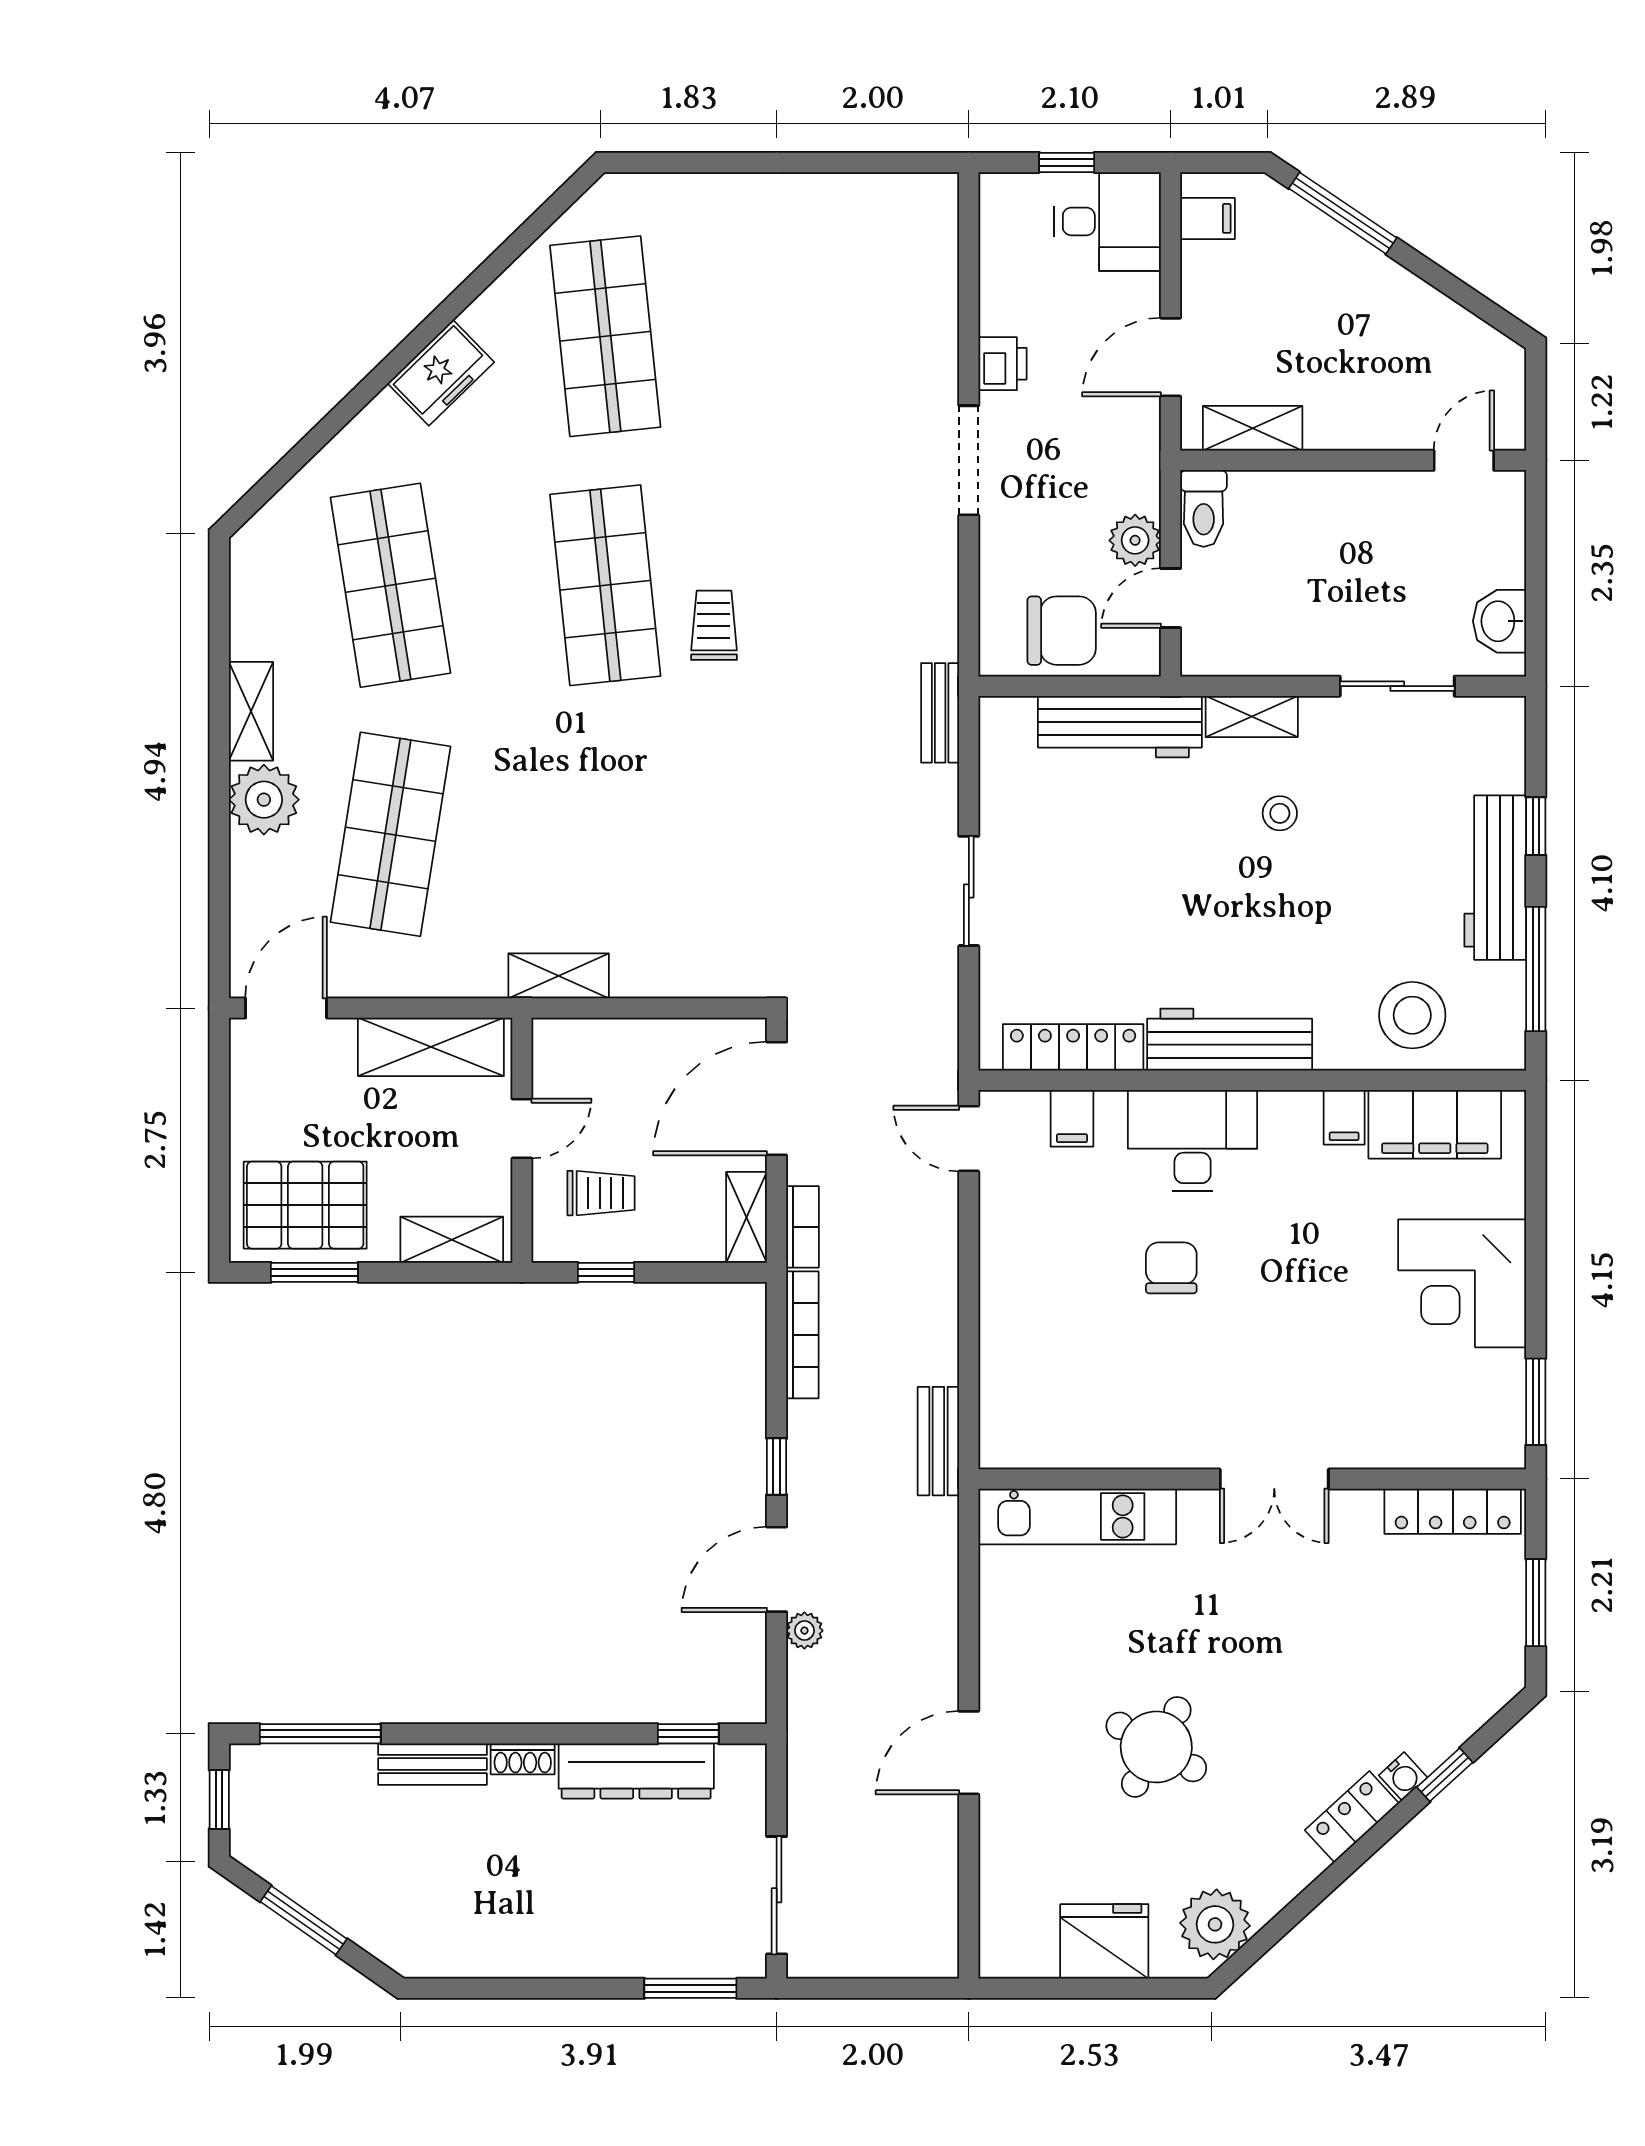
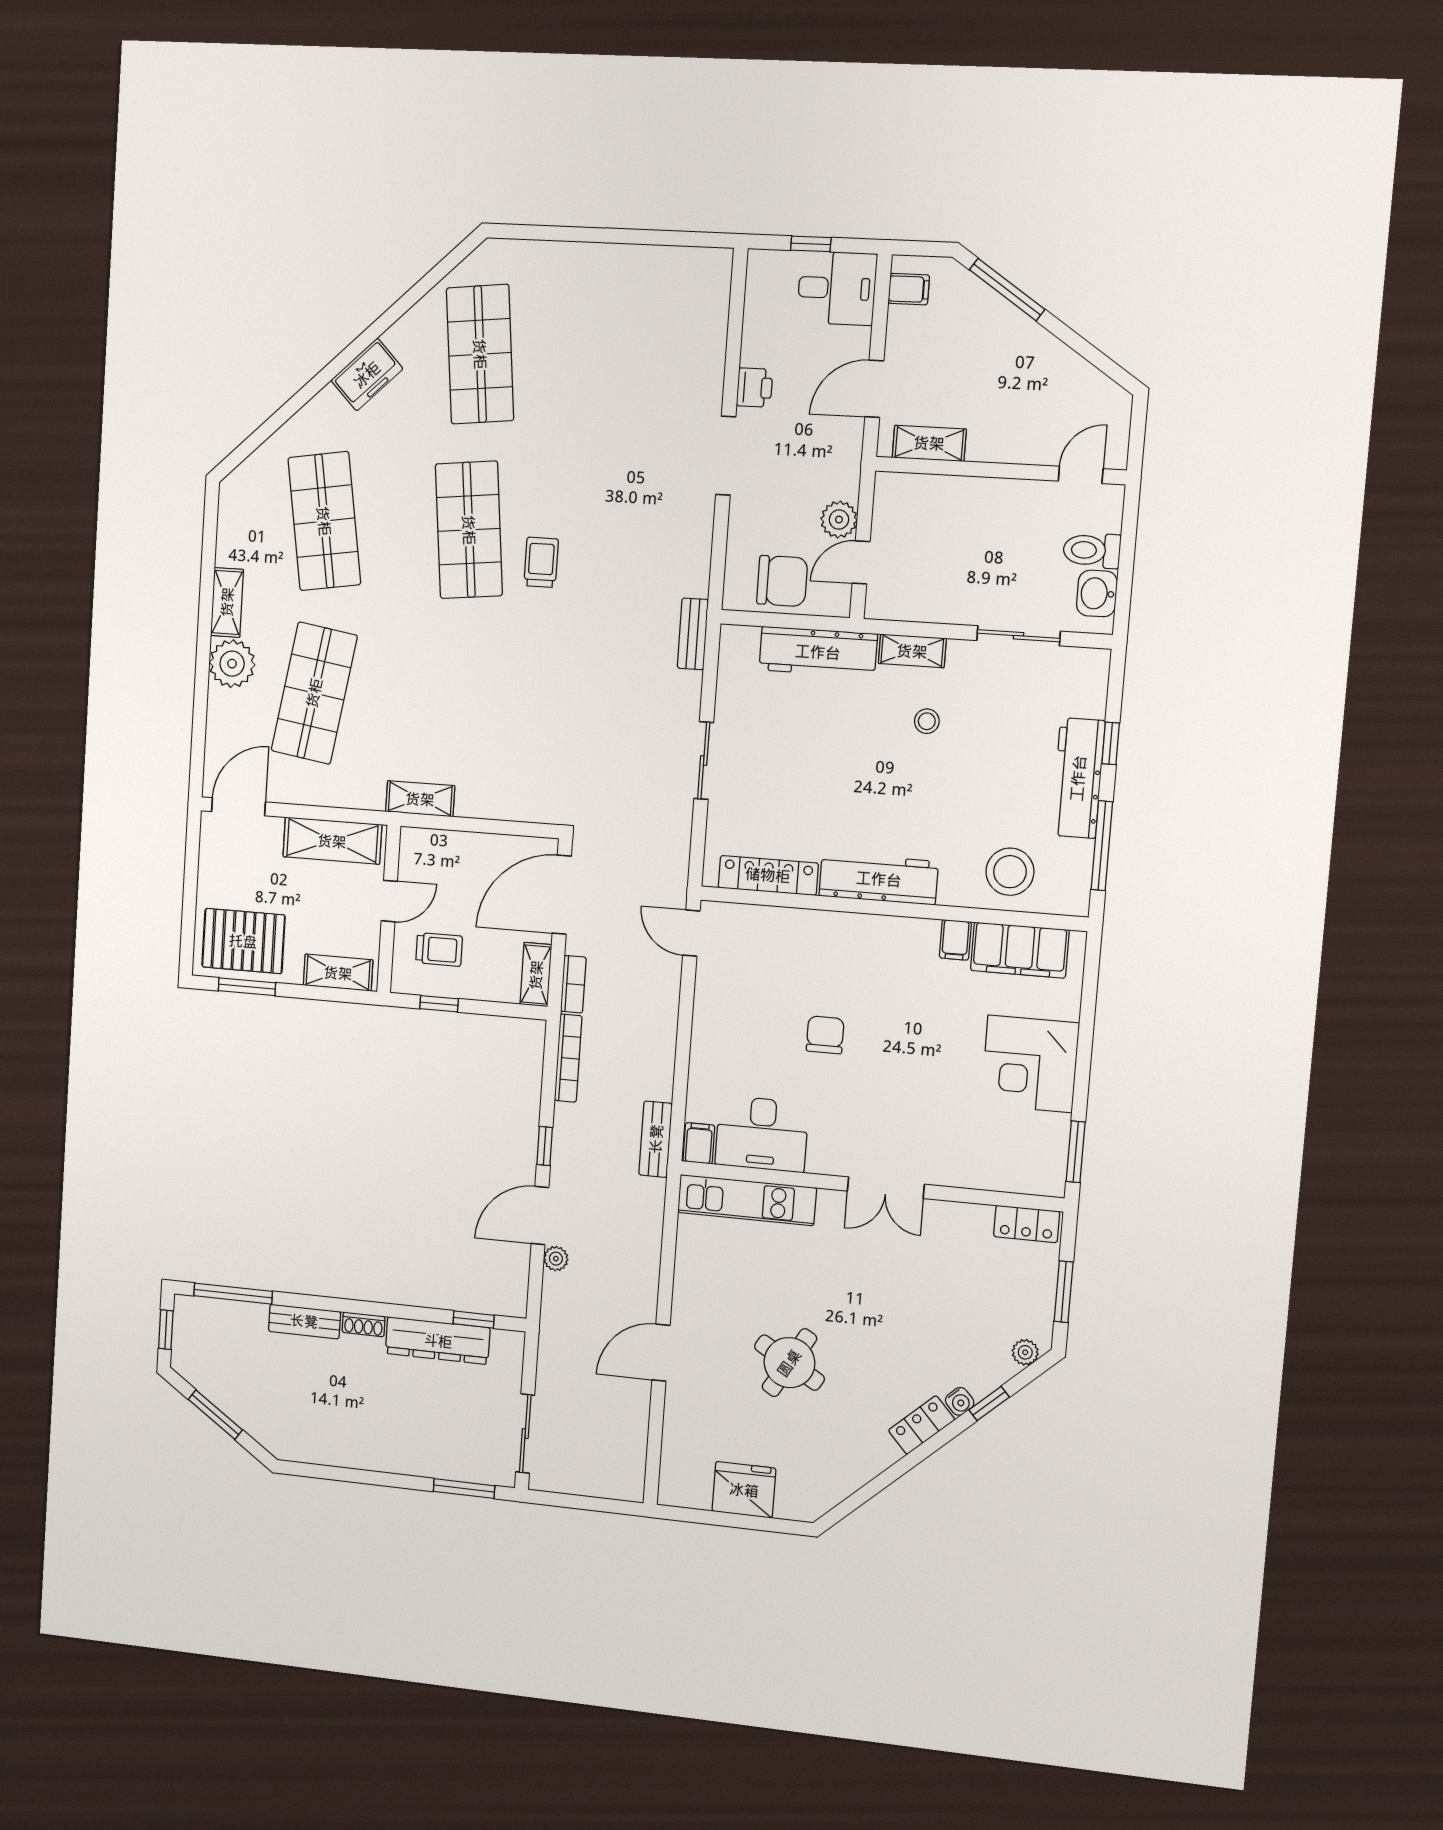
toilet: (1204, 508) -> (1092, 550), moved, turned 90
filing cabinet: (1072, 1118) -> (699, 1143), moved, turned 180
desk: (1193, 1141) -> (762, 1134), moved, turned 180
locker: (1453, 1511) -> (1027, 1224), width x0.66
plant: (1215, 1924) -> (1025, 1352), moved, width x0.53, depth x0.53

